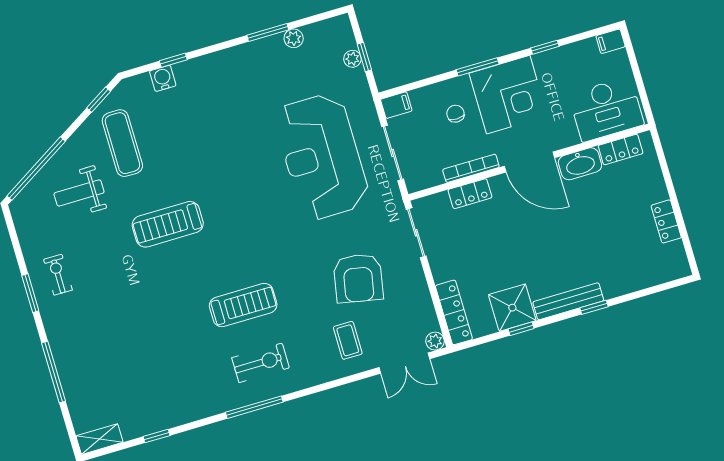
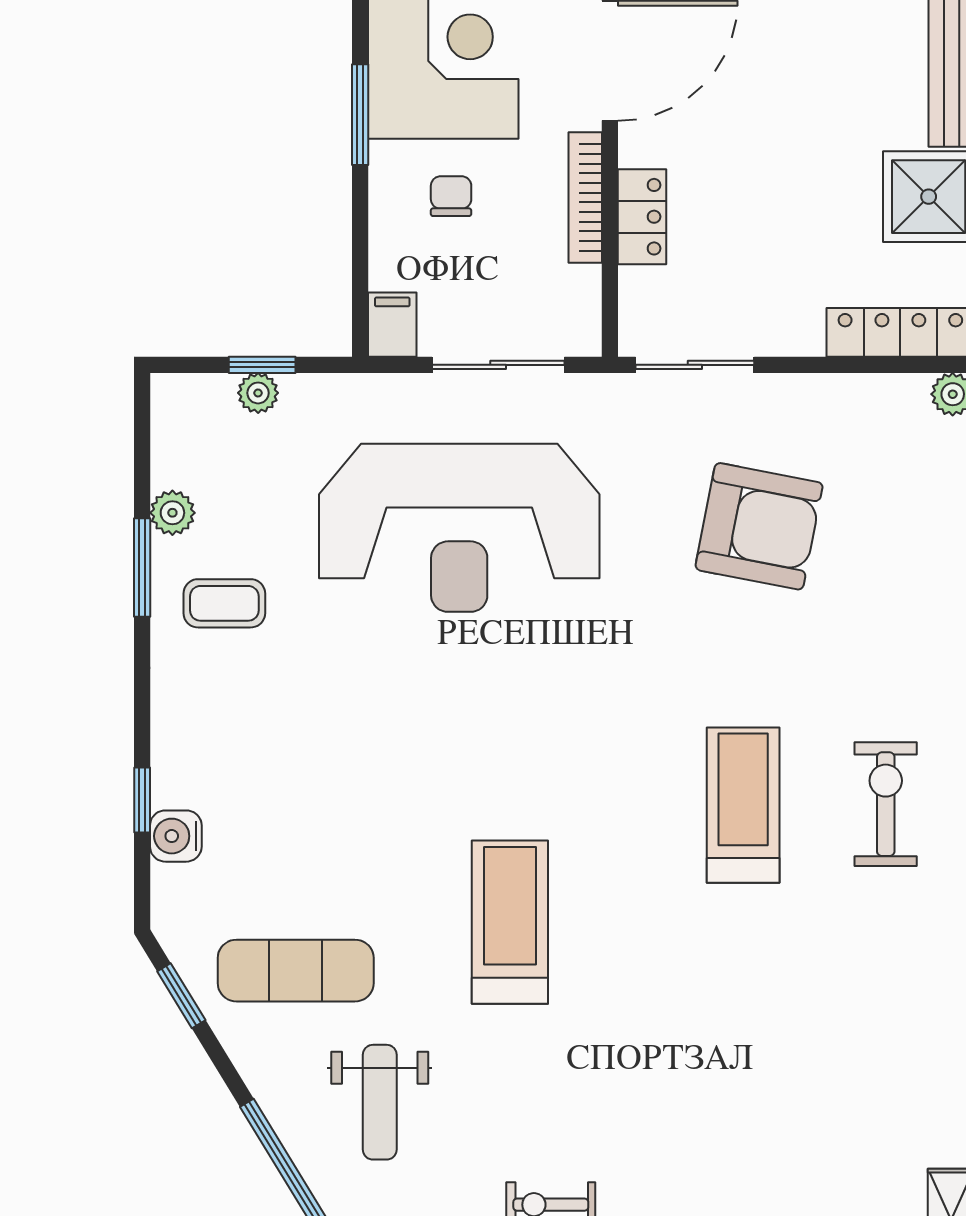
chair: (455, 114) -> (451, 196), turned 90
treadmill: (168, 224) -> (510, 922), turned 180
coffee table: (348, 340) -> (224, 603), moved

